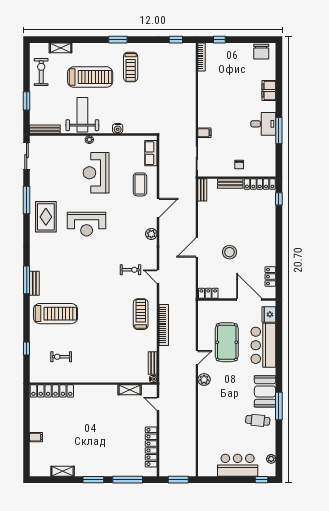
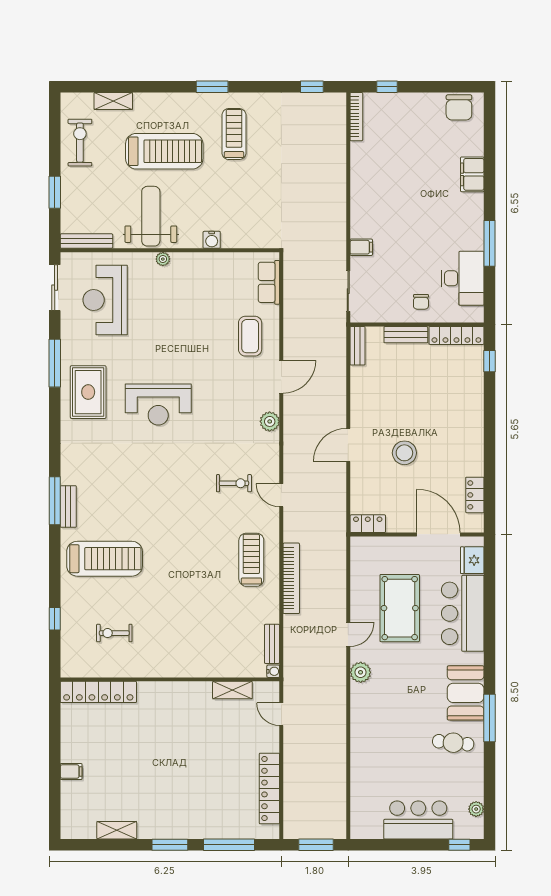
treadmill: (131, 67) -> (234, 134), turned 180
desk: (263, 124) -> (463, 278), moved, width x1.37
reception desk: (96, 173) -> (105, 300), moved

